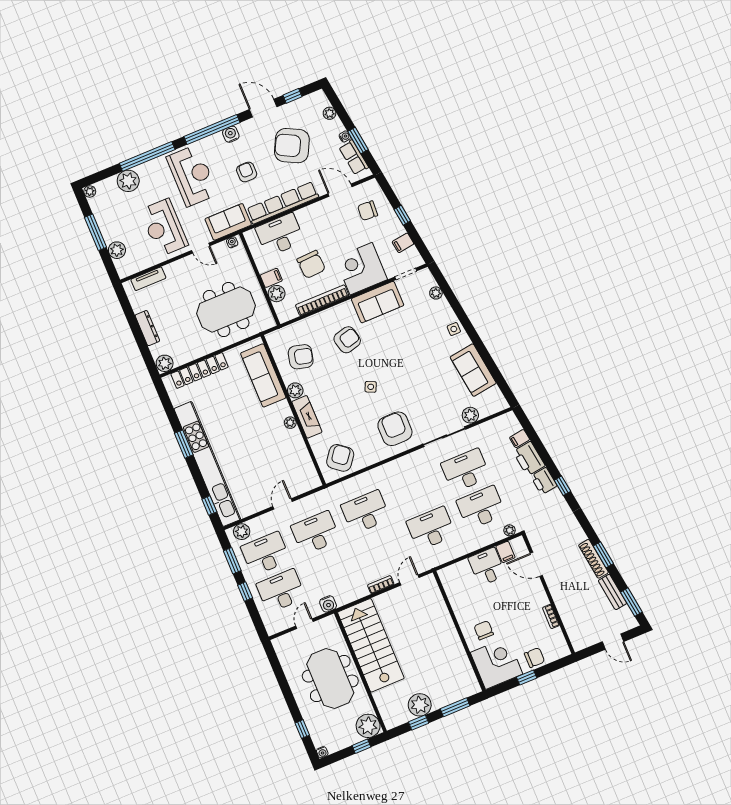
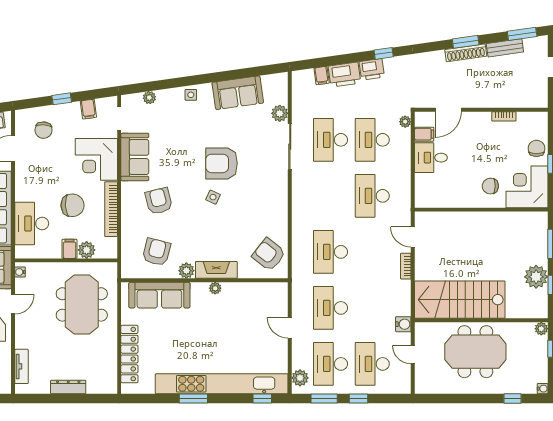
plant: (165, 363) -> (109, 385), removed
armchair: (395, 429) -> (222, 163), moved
plant: (368, 726) -> (541, 329), width x0.53, depth x0.53

